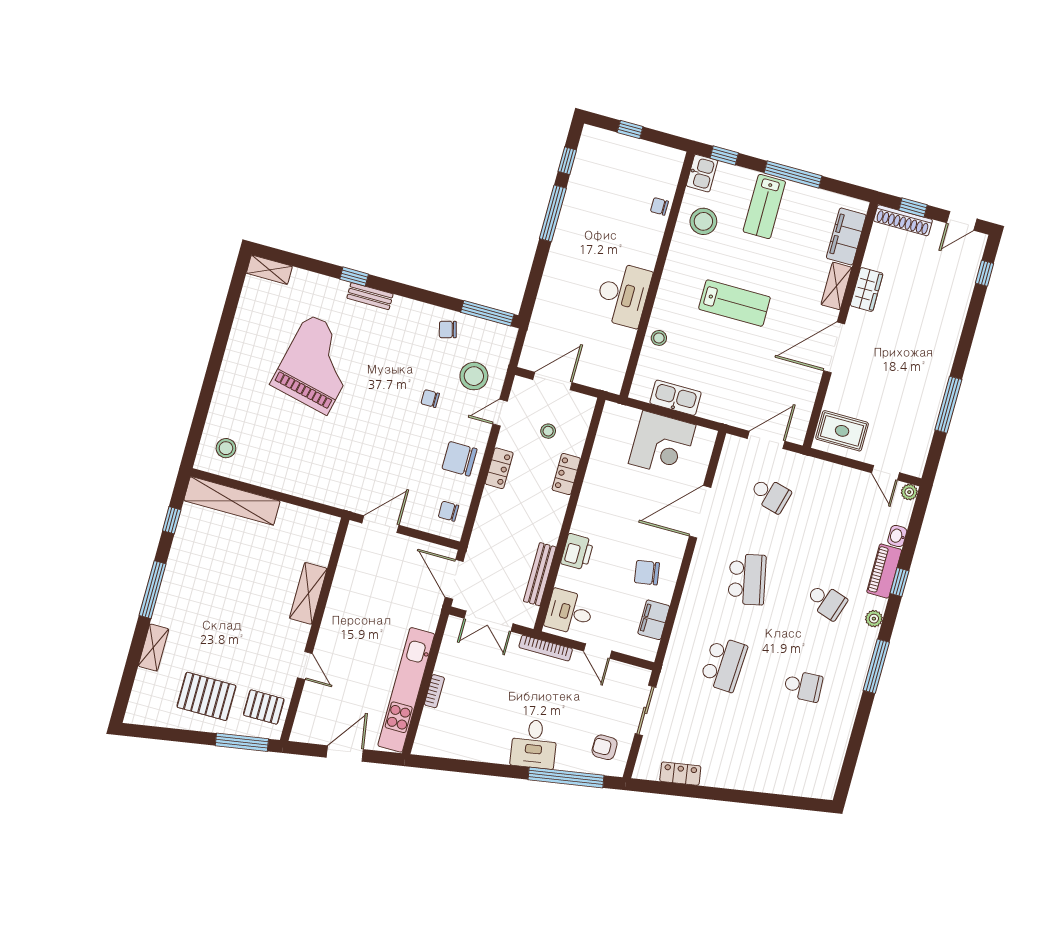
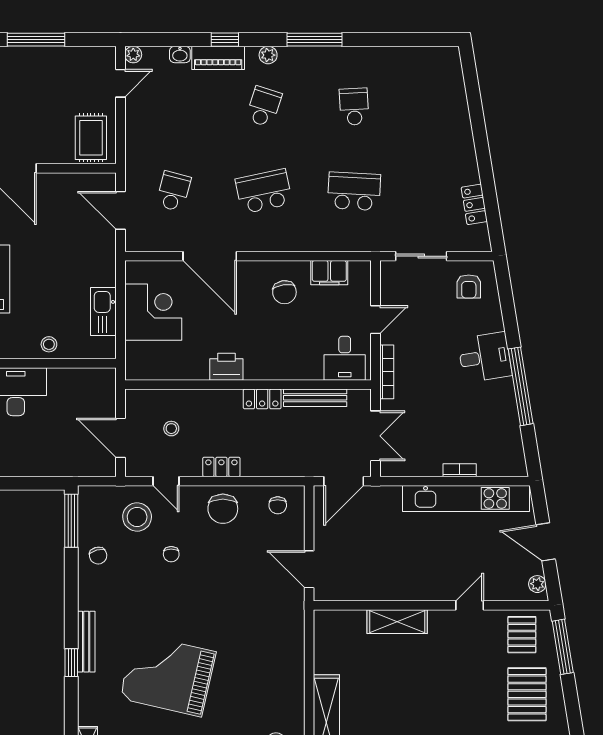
bench: (370, 296) -> (86, 642), width x1.36
locker: (566, 474) -> (262, 399), moved
printer: (577, 552) -> (226, 367), moved
plant: (307, 735) -> (537, 584), added
window: (566, 777) -> (521, 386), moved

